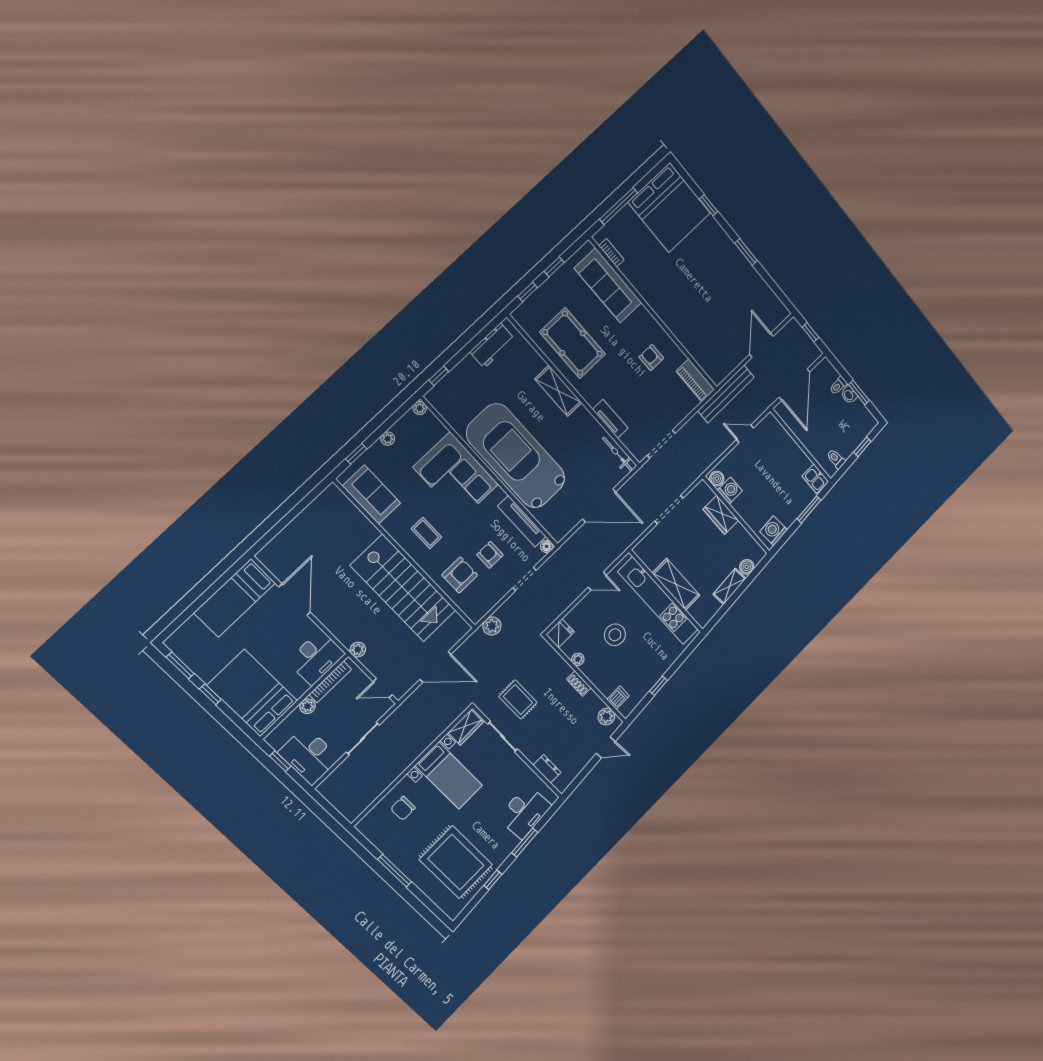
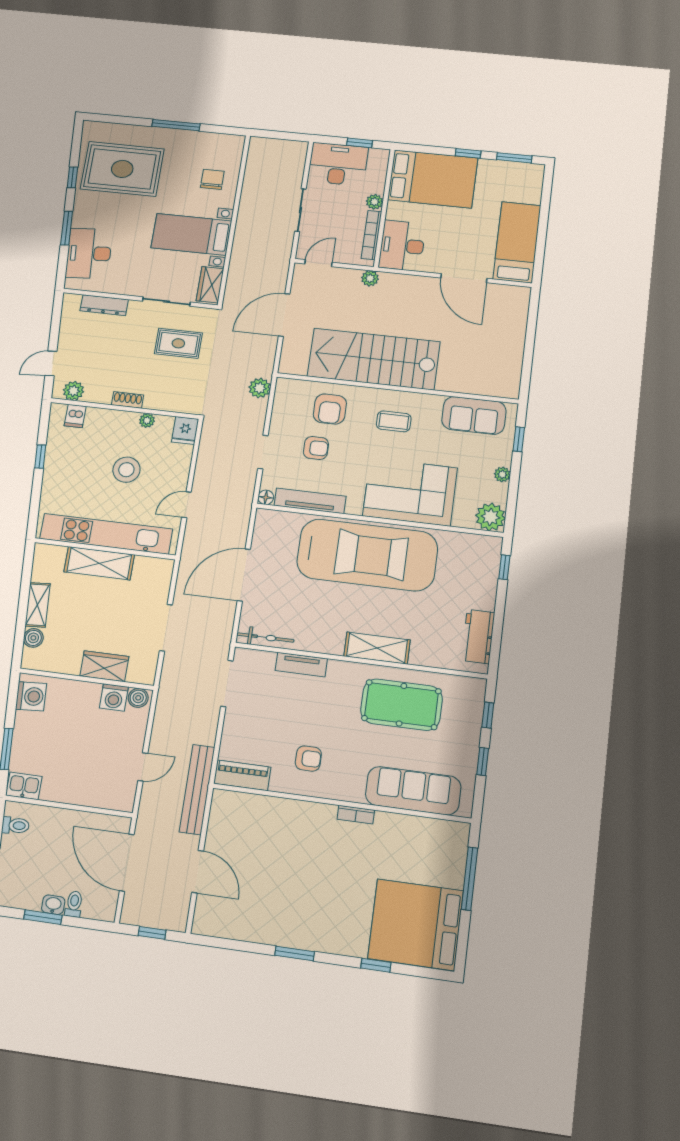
bookcase: (611, 253) -> (356, 815), moved
plant: (420, 408) -> (490, 517), width x1.87, depth x1.87
dresser: (547, 769) -> (104, 305), width x1.44

